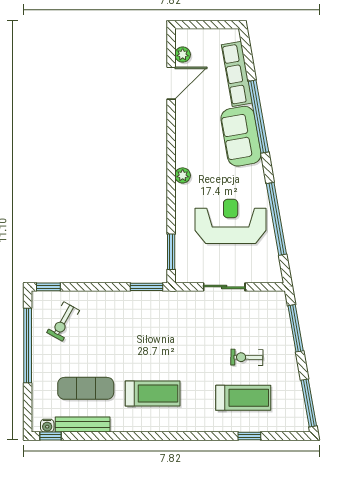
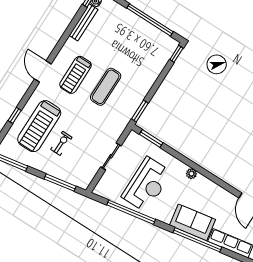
exercise bike: (63, 321) -> (151, 50), removed
exercise mat: (86, 388) -> (106, 87), moved
treadmill: (243, 398) -> (39, 126), width x1.37, depth x1.38
door: (174, 436) -> (43, 72), added

